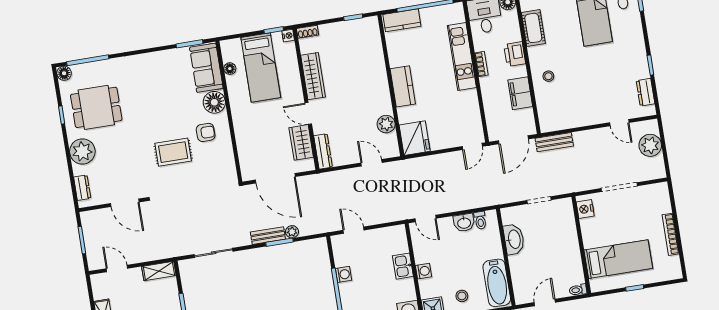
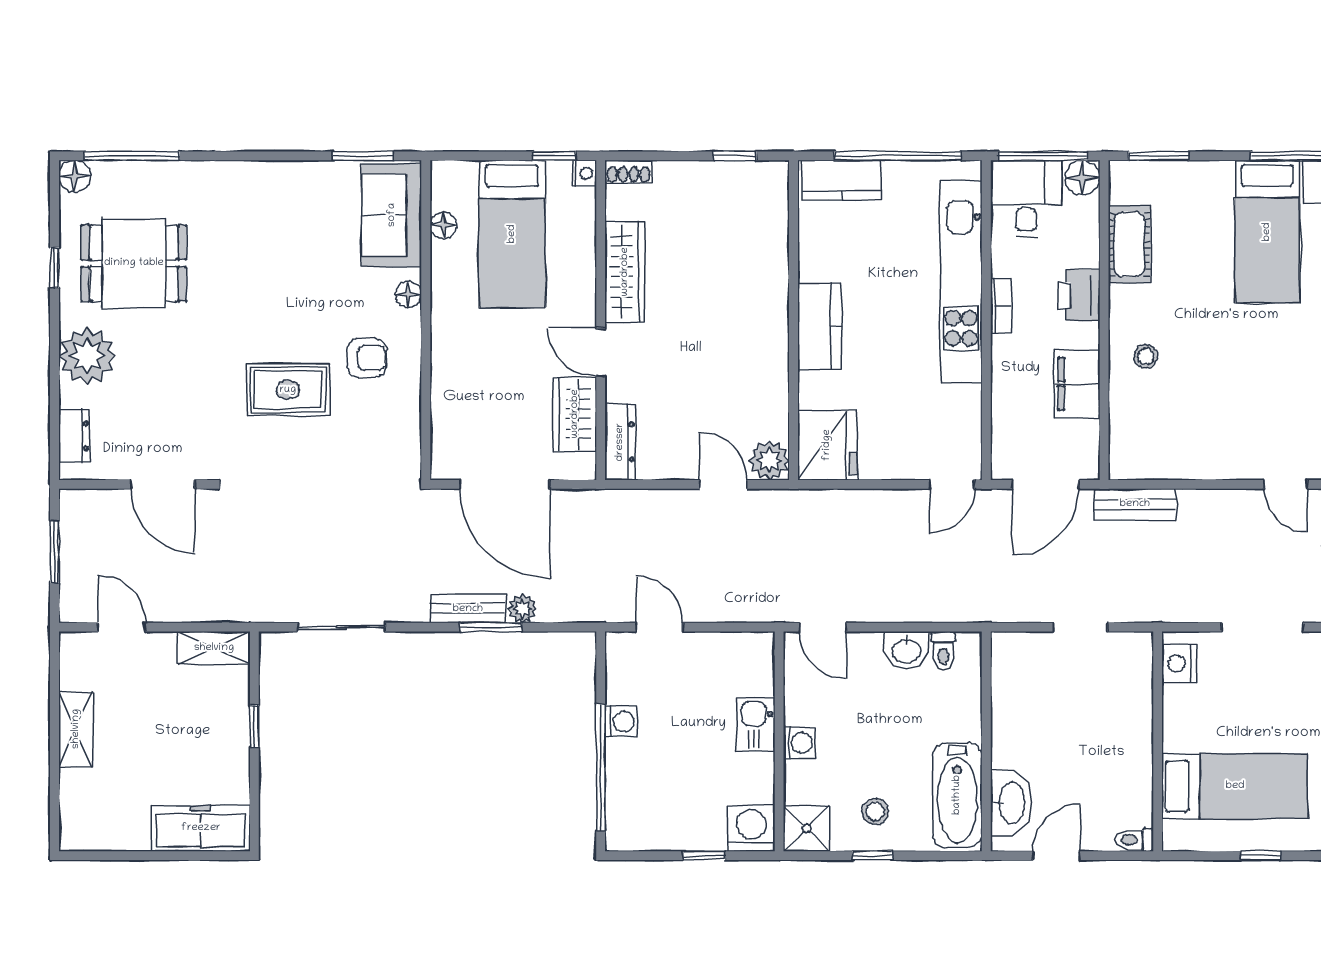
kitchen unit: (462, 56) -> (961, 282), width x1.36
floor lamp: (214, 102) -> (408, 294), width x0.53, depth x0.53
plant: (386, 124) -> (769, 460), moved
washbasin: (514, 239) -> (1011, 803), moved

